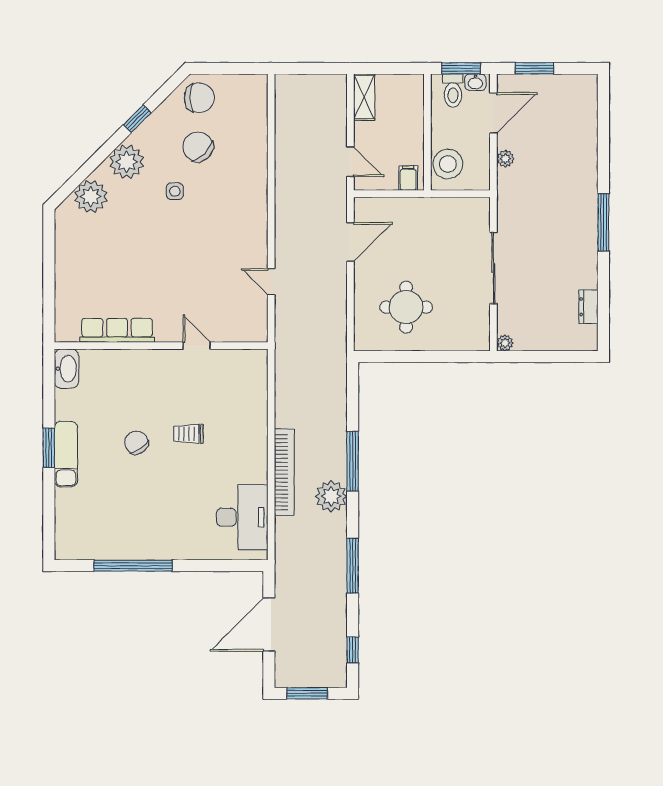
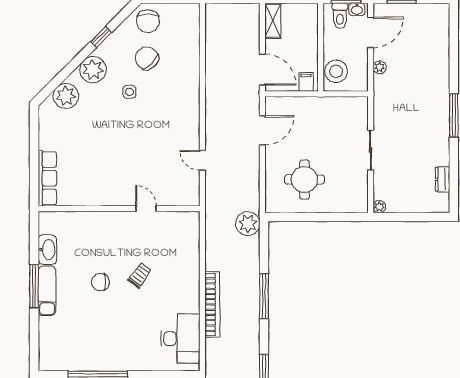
chair: (199, 98) -> (148, 21), turned 90
door: (350, 162) -> (262, 70), width x1.38
sliding door: (493, 268) -> (371, 150), width x0.73
row of seats: (117, 330) -> (47, 178), moved, turned 90
washbasin: (66, 369) -> (47, 250), moved
trolley: (188, 434) -> (140, 275), turned 127
chair: (136, 443) -> (100, 282), turned -56
window: (49, 448) -> (34, 286), width x1.44
plant: (331, 496) -> (248, 224), moved

